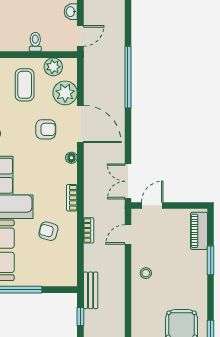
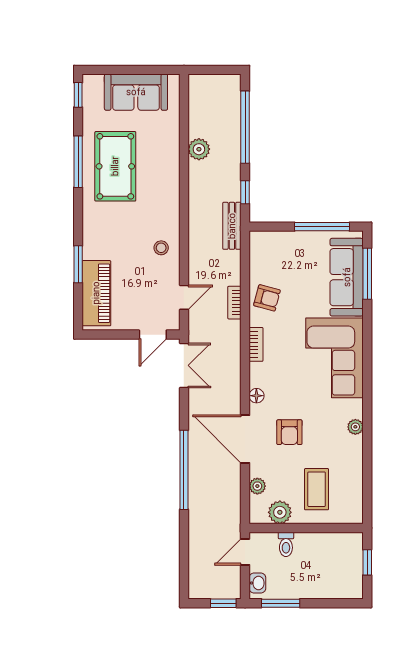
toilet: (35, 42) -> (286, 544), moved
window: (128, 77) -> (184, 470), moved
plant: (65, 93) -> (257, 486), width x0.53, depth x0.53
armchair: (46, 129) -> (289, 432), turned -90
armchair: (48, 231) -> (267, 298), moved
piano: (199, 231) -> (96, 293), width x1.37, depth x1.33

